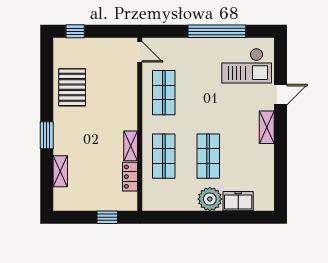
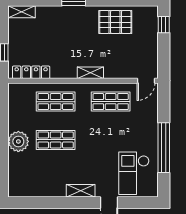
shelving: (131, 146) -> (90, 73), moved
shelving: (60, 171) -> (22, 12), moved
locker: (130, 177) -> (31, 72), width x1.53
freezer: (238, 201) -> (16, 166), removed

